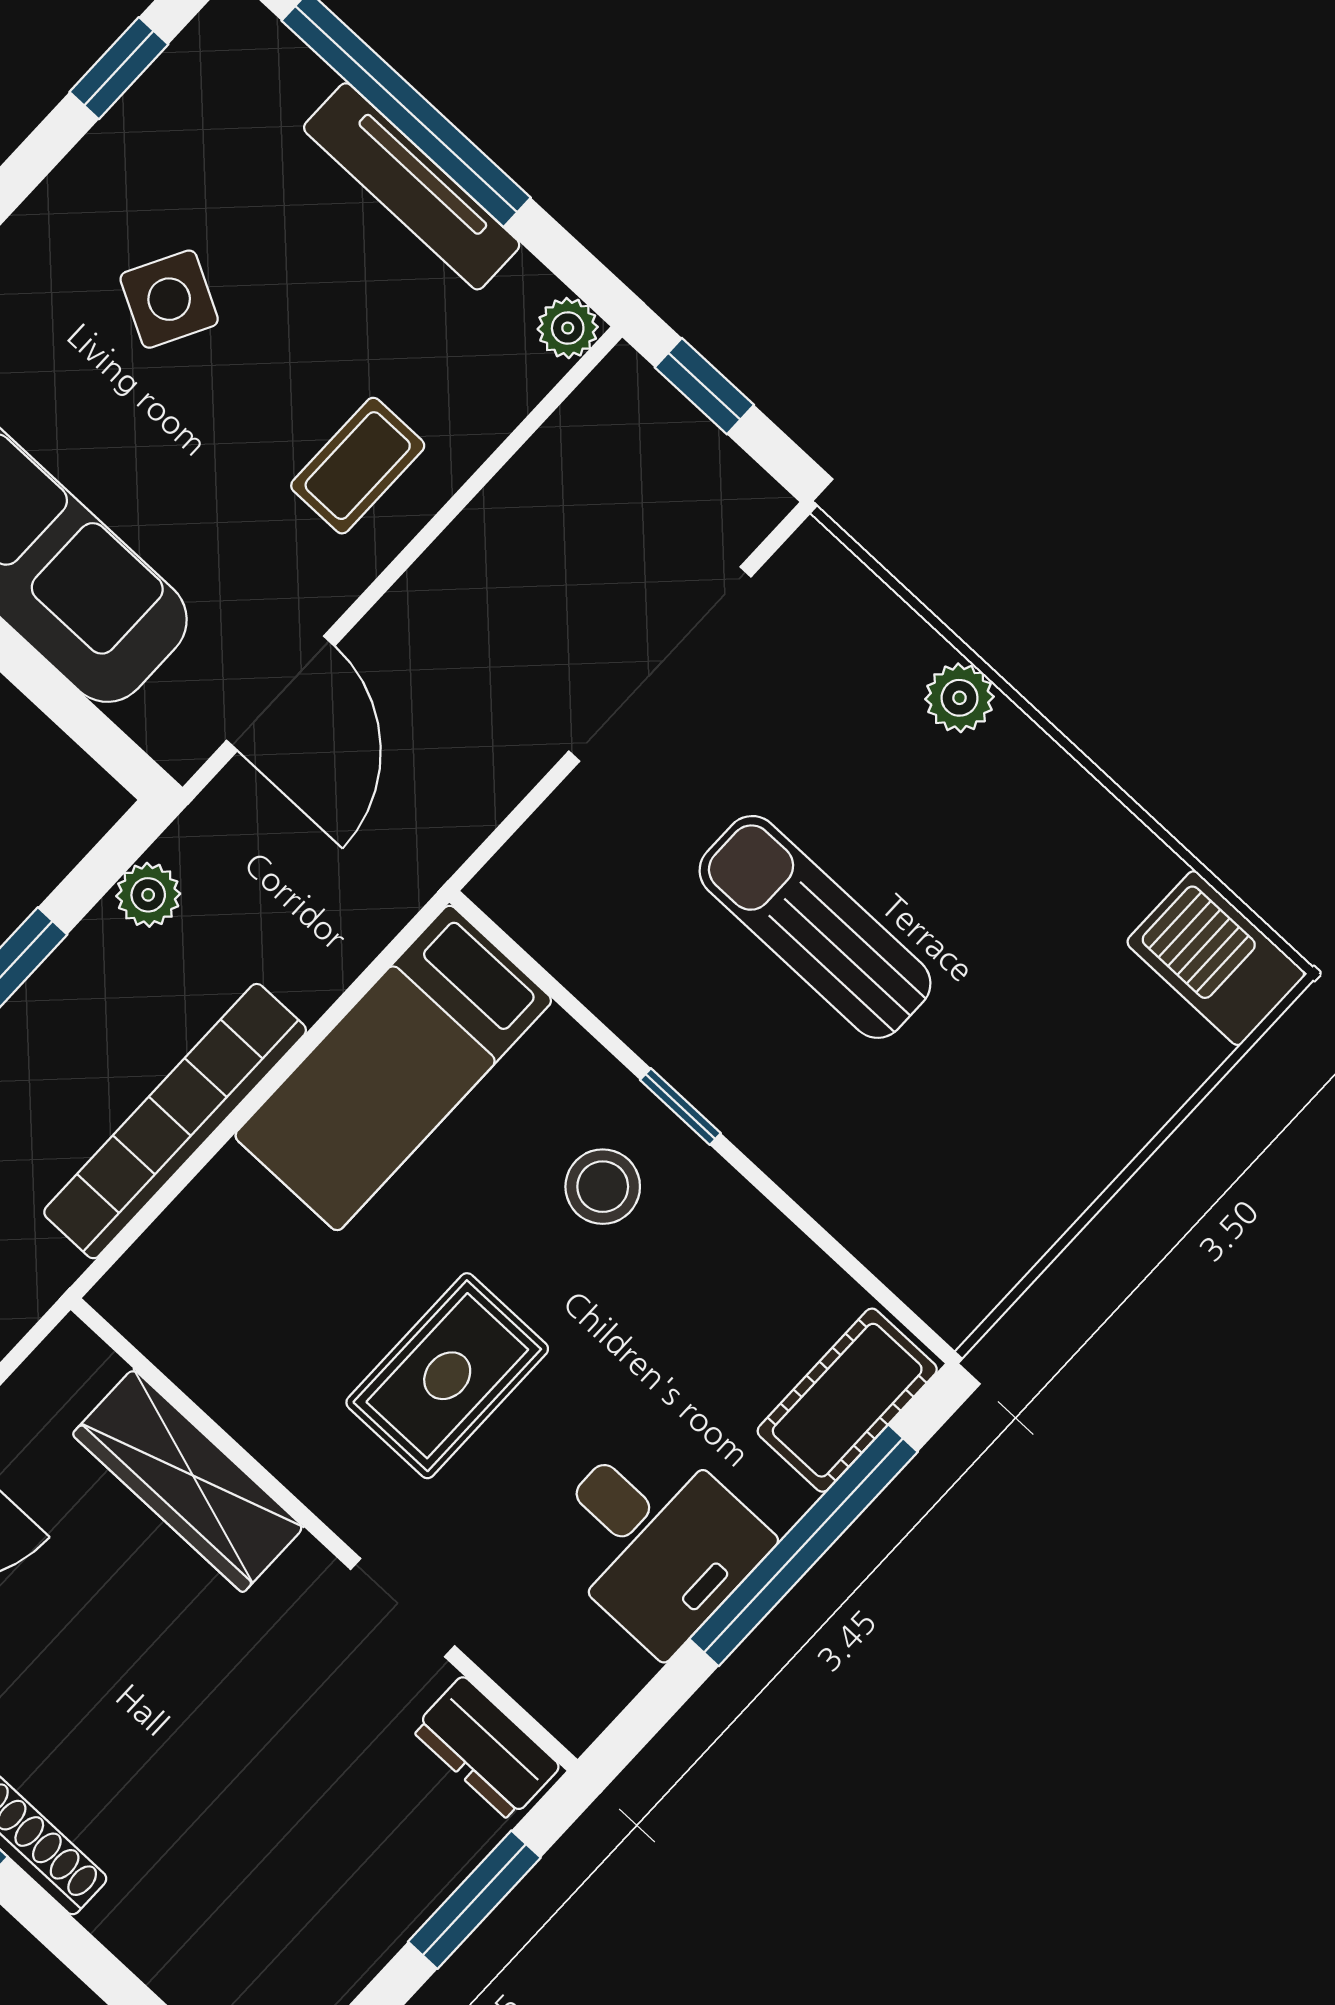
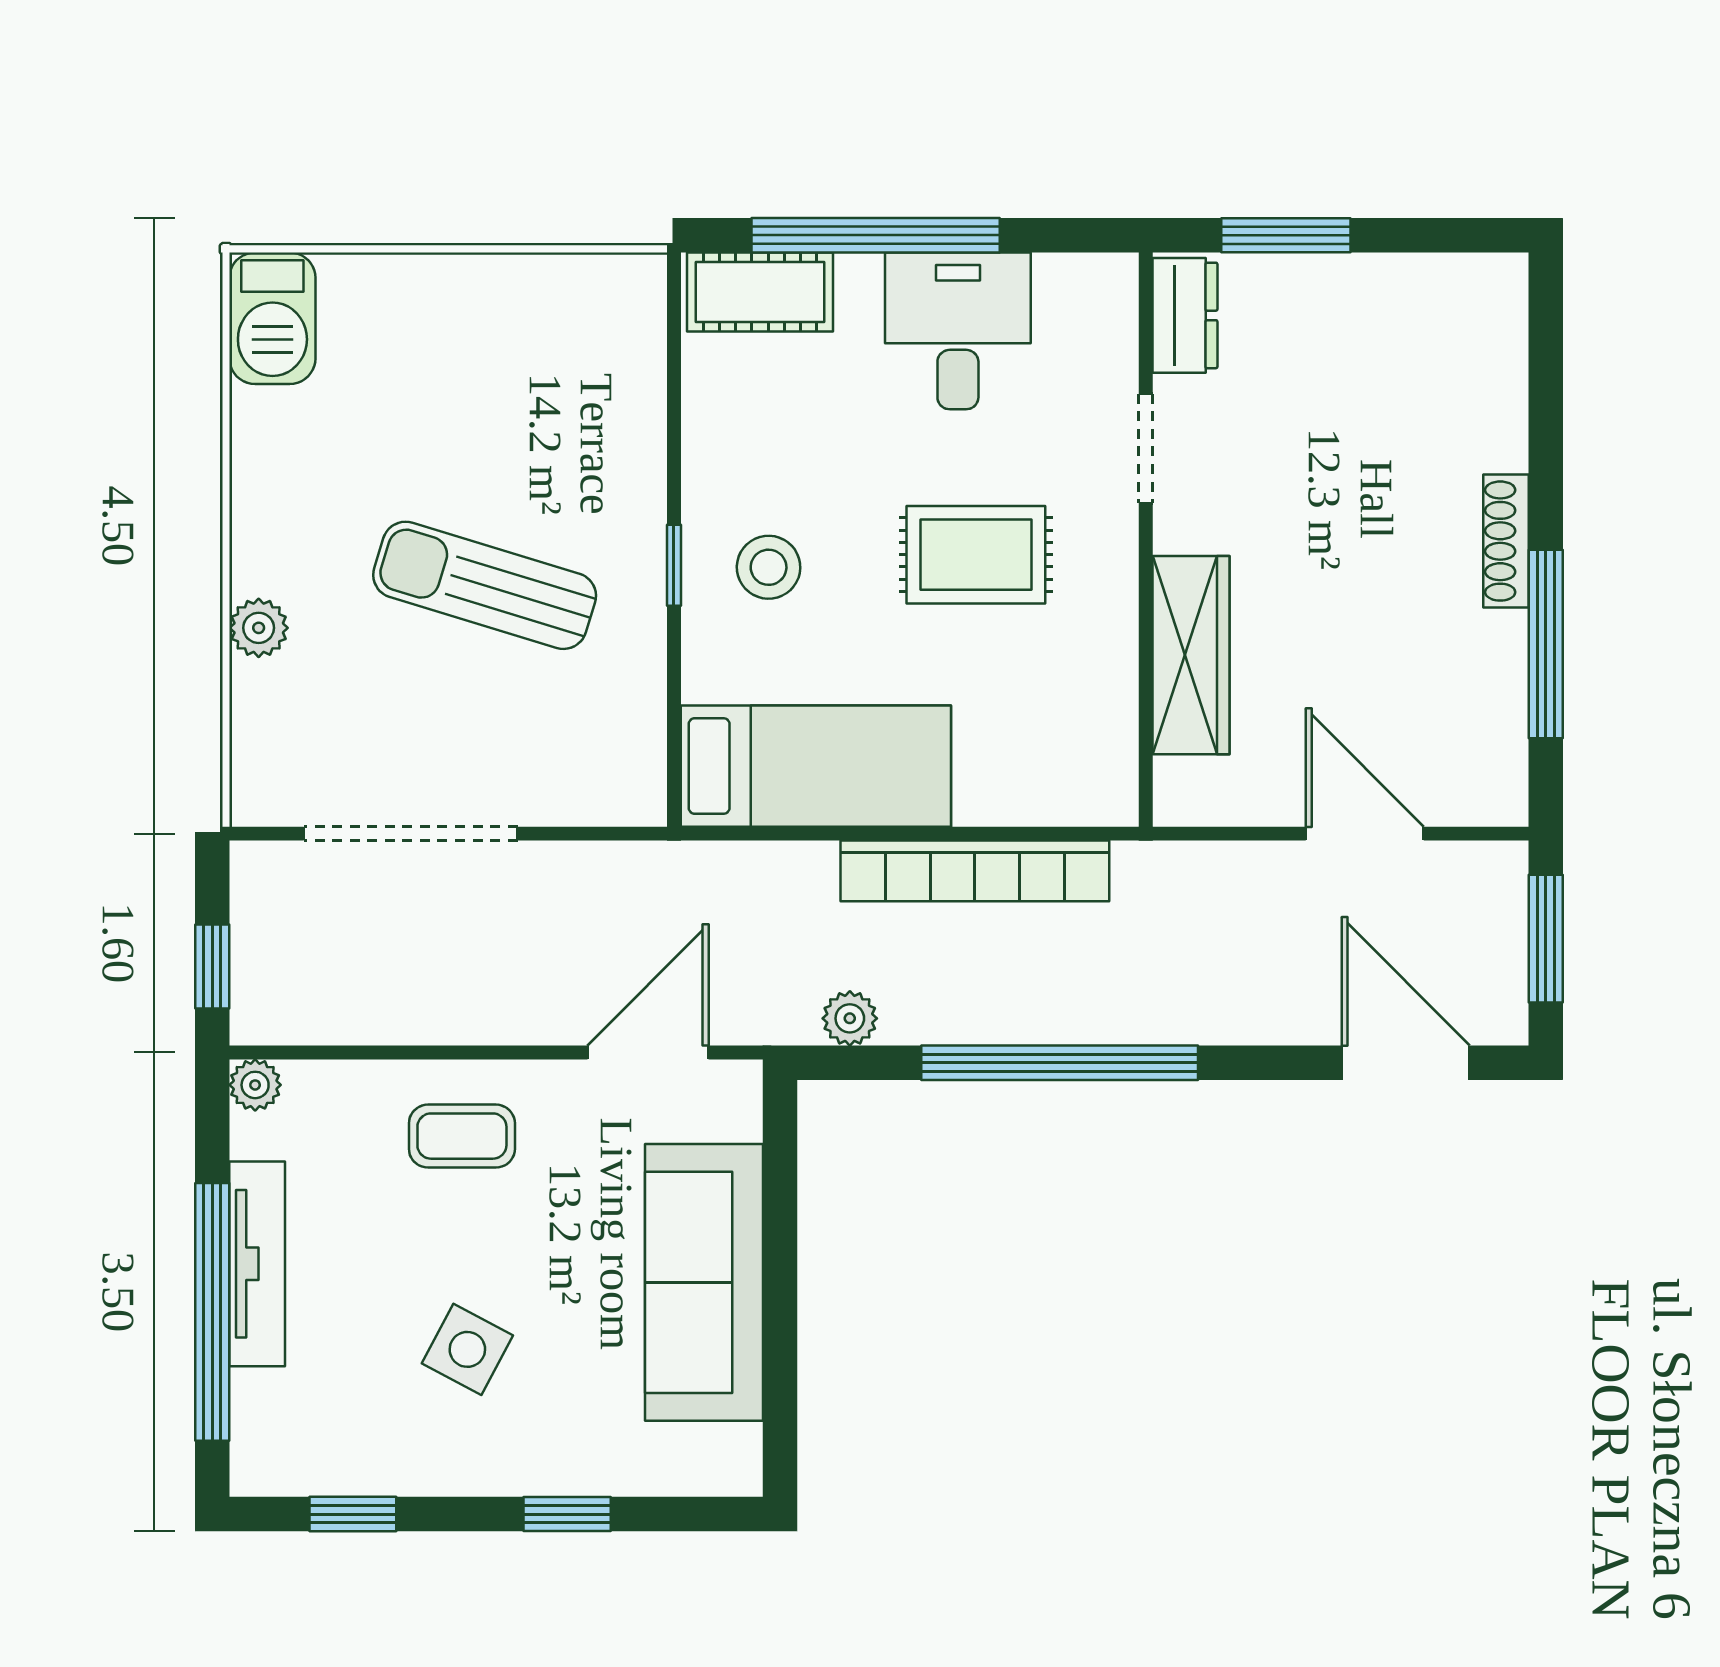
sun lounger: (815, 927) -> (485, 585), turned 107

